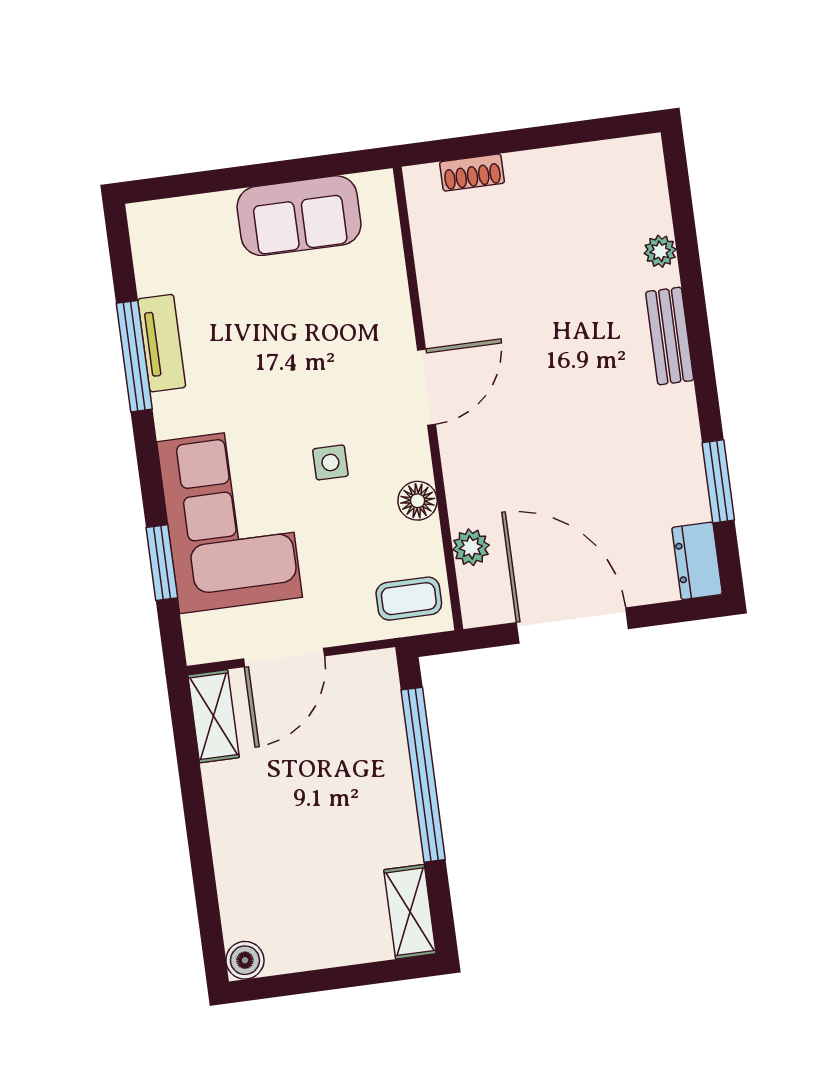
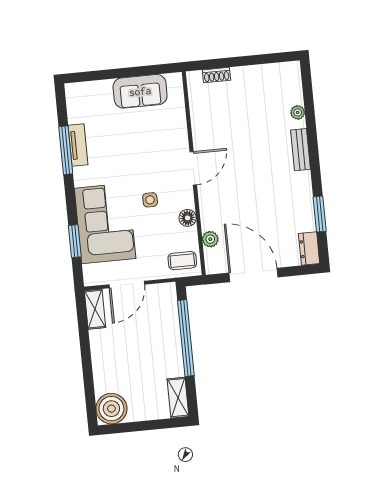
boiler: (245, 960) -> (111, 409), width x1.86, depth x1.86

